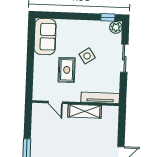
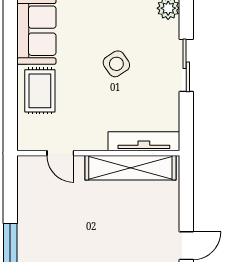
rug: (67, 70) -> (40, 91), moved
shelving: (85, 111) -> (130, 168), width x1.47

